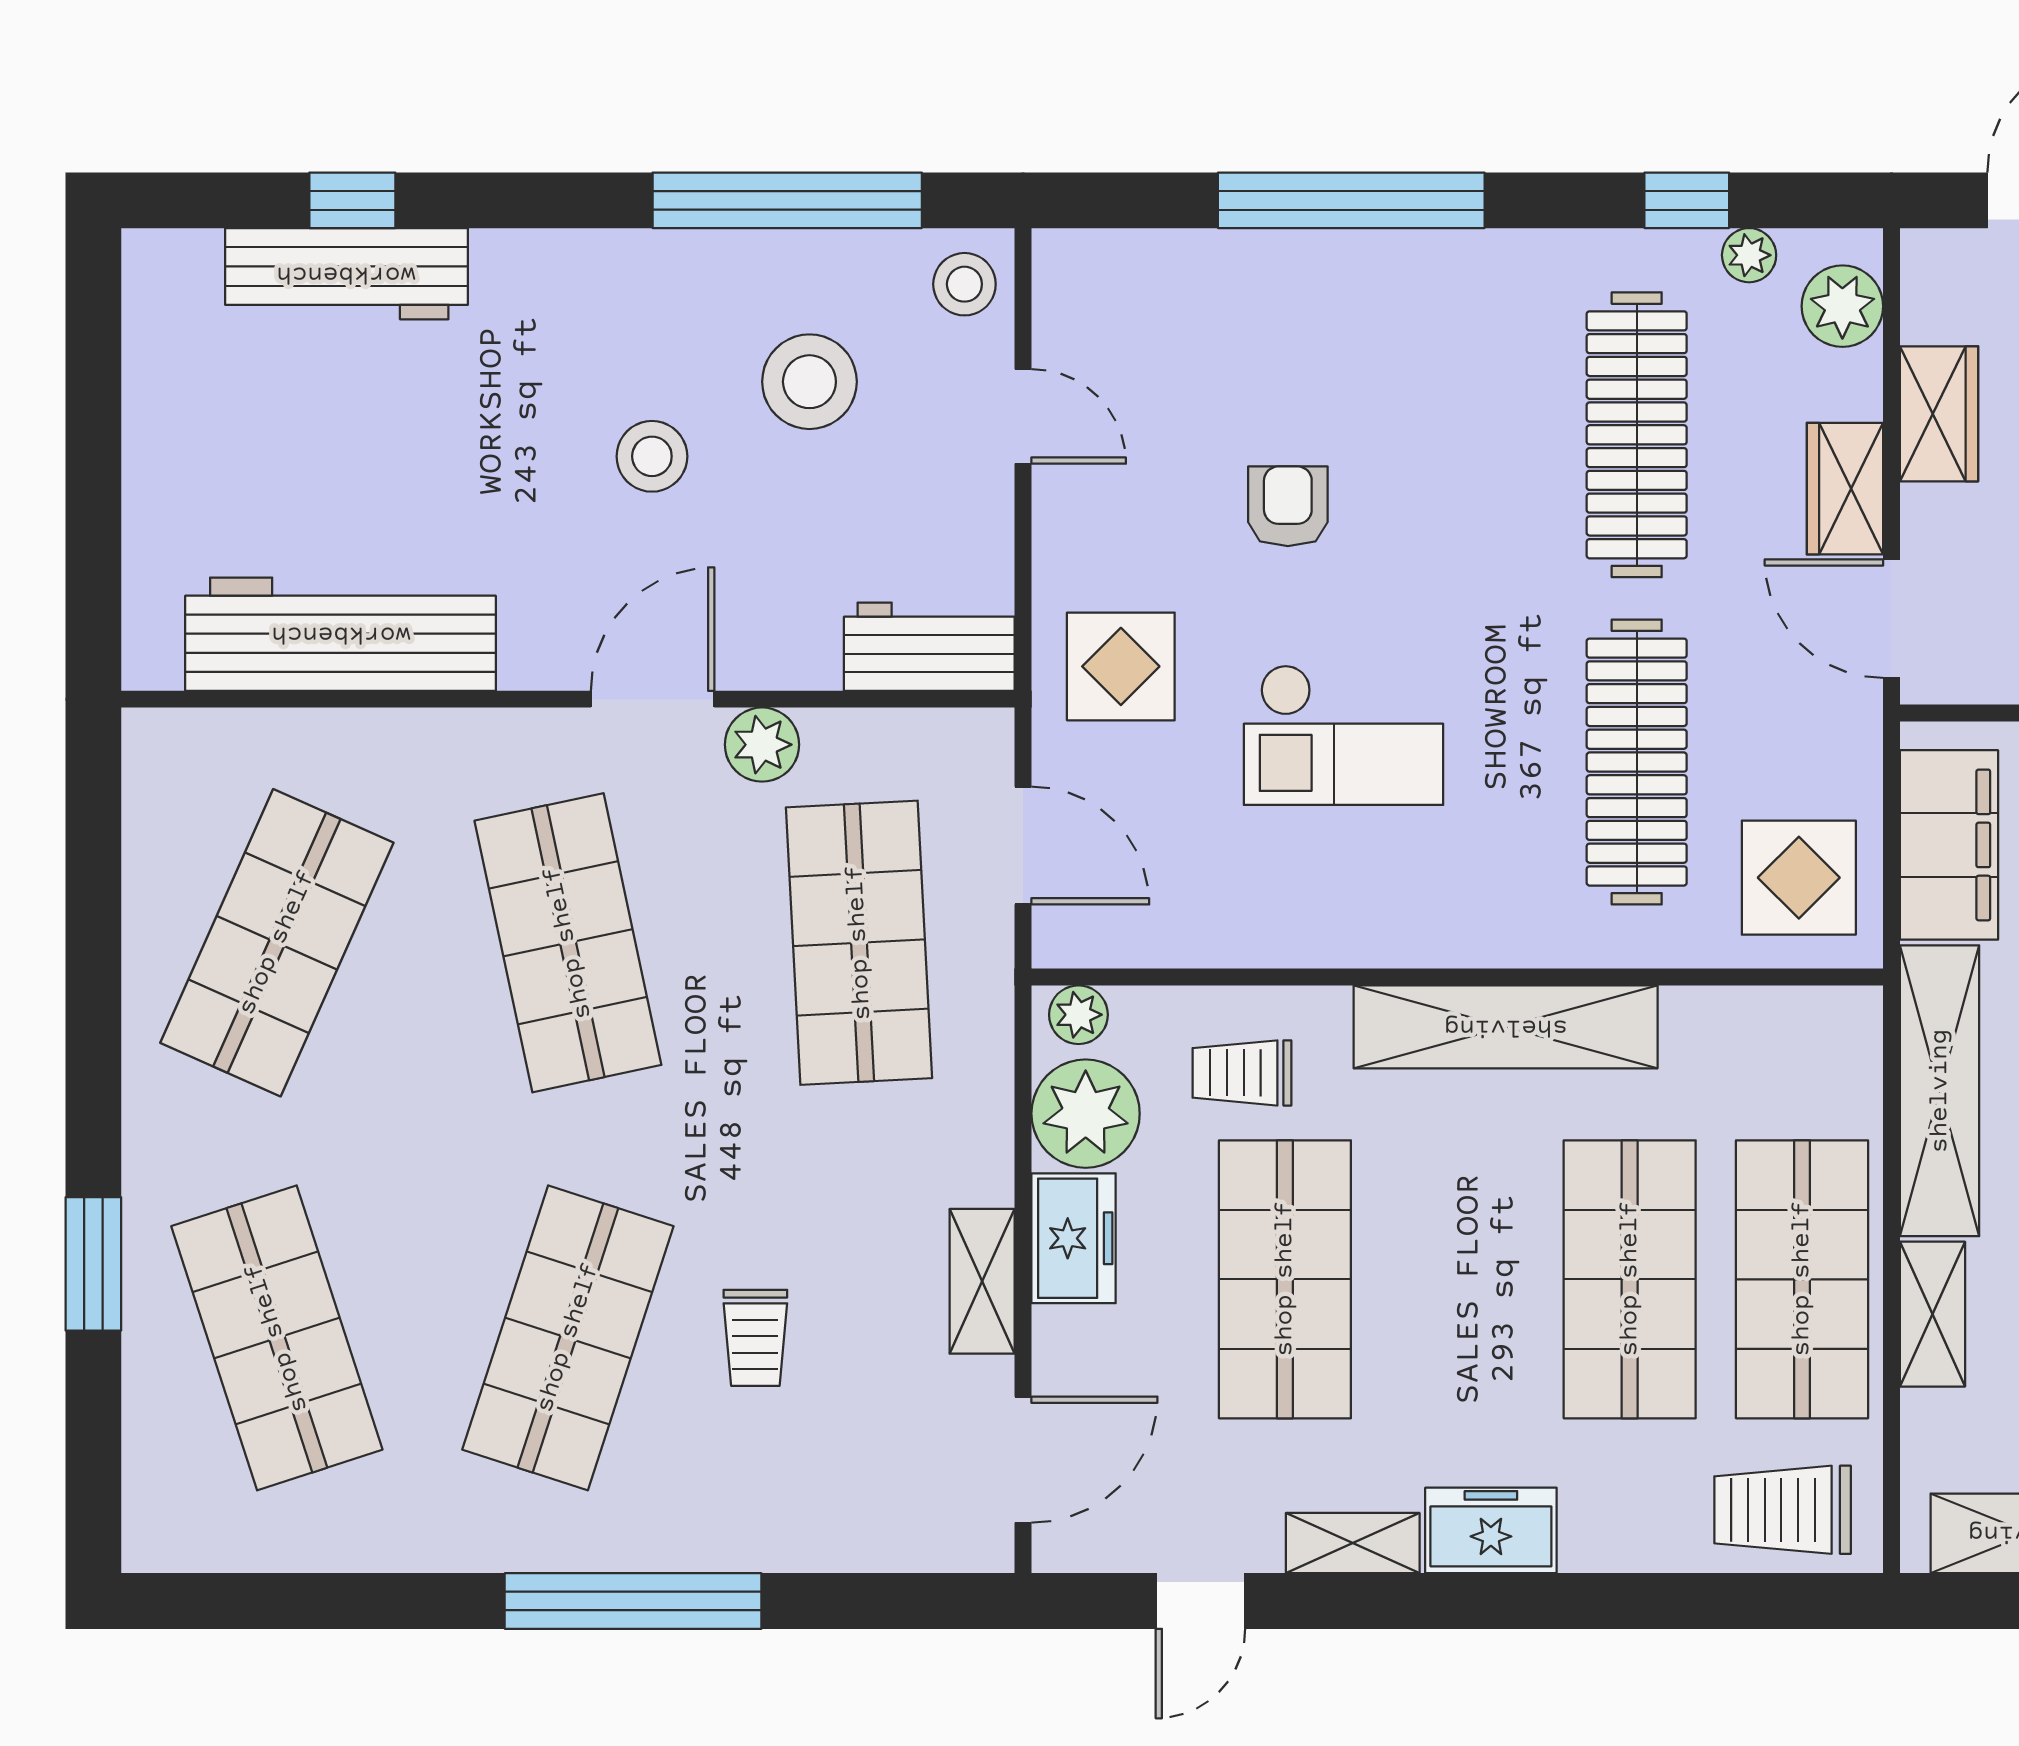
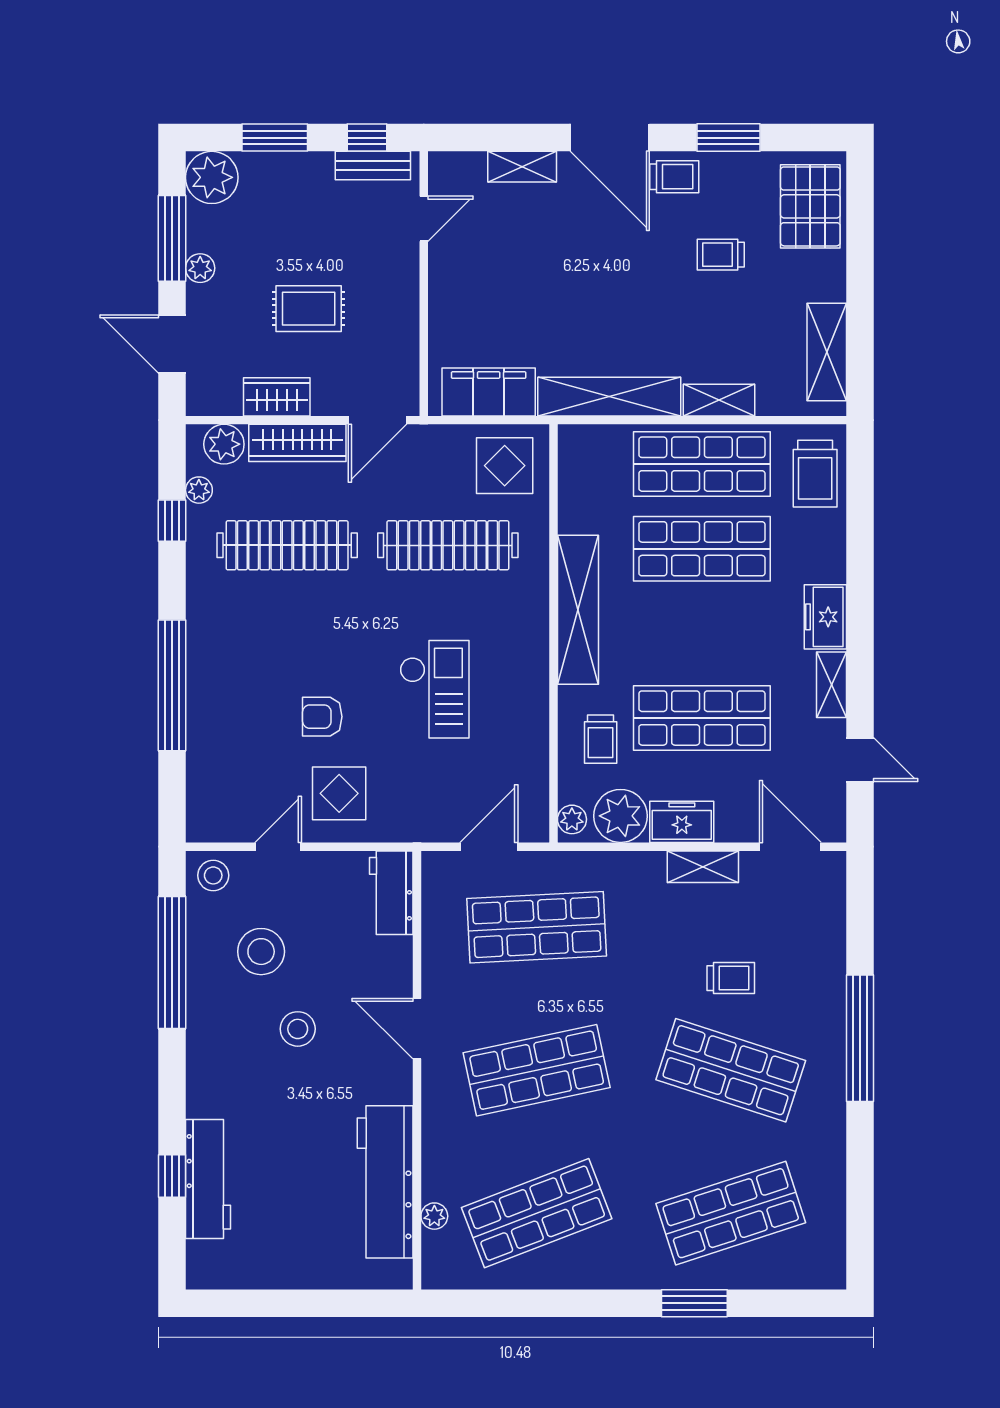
wardrobe: (1845, 489) -> (297, 443), width x1.50
display table: (1121, 666) -> (339, 793), moved
plant: (762, 745) -> (434, 1216), moved, width x0.73, depth x0.73
shop shelf: (277, 943) -> (537, 1213), turned -45

